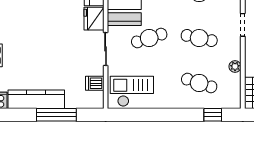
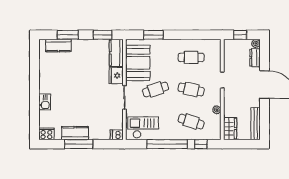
dishwasher: (95, 83) -> (117, 135), moved
kitchen counter: (36, 99) -> (75, 133), width x0.67
window: (56, 115) -> (79, 144), moved
window: (165, 115) -> (167, 144), added

